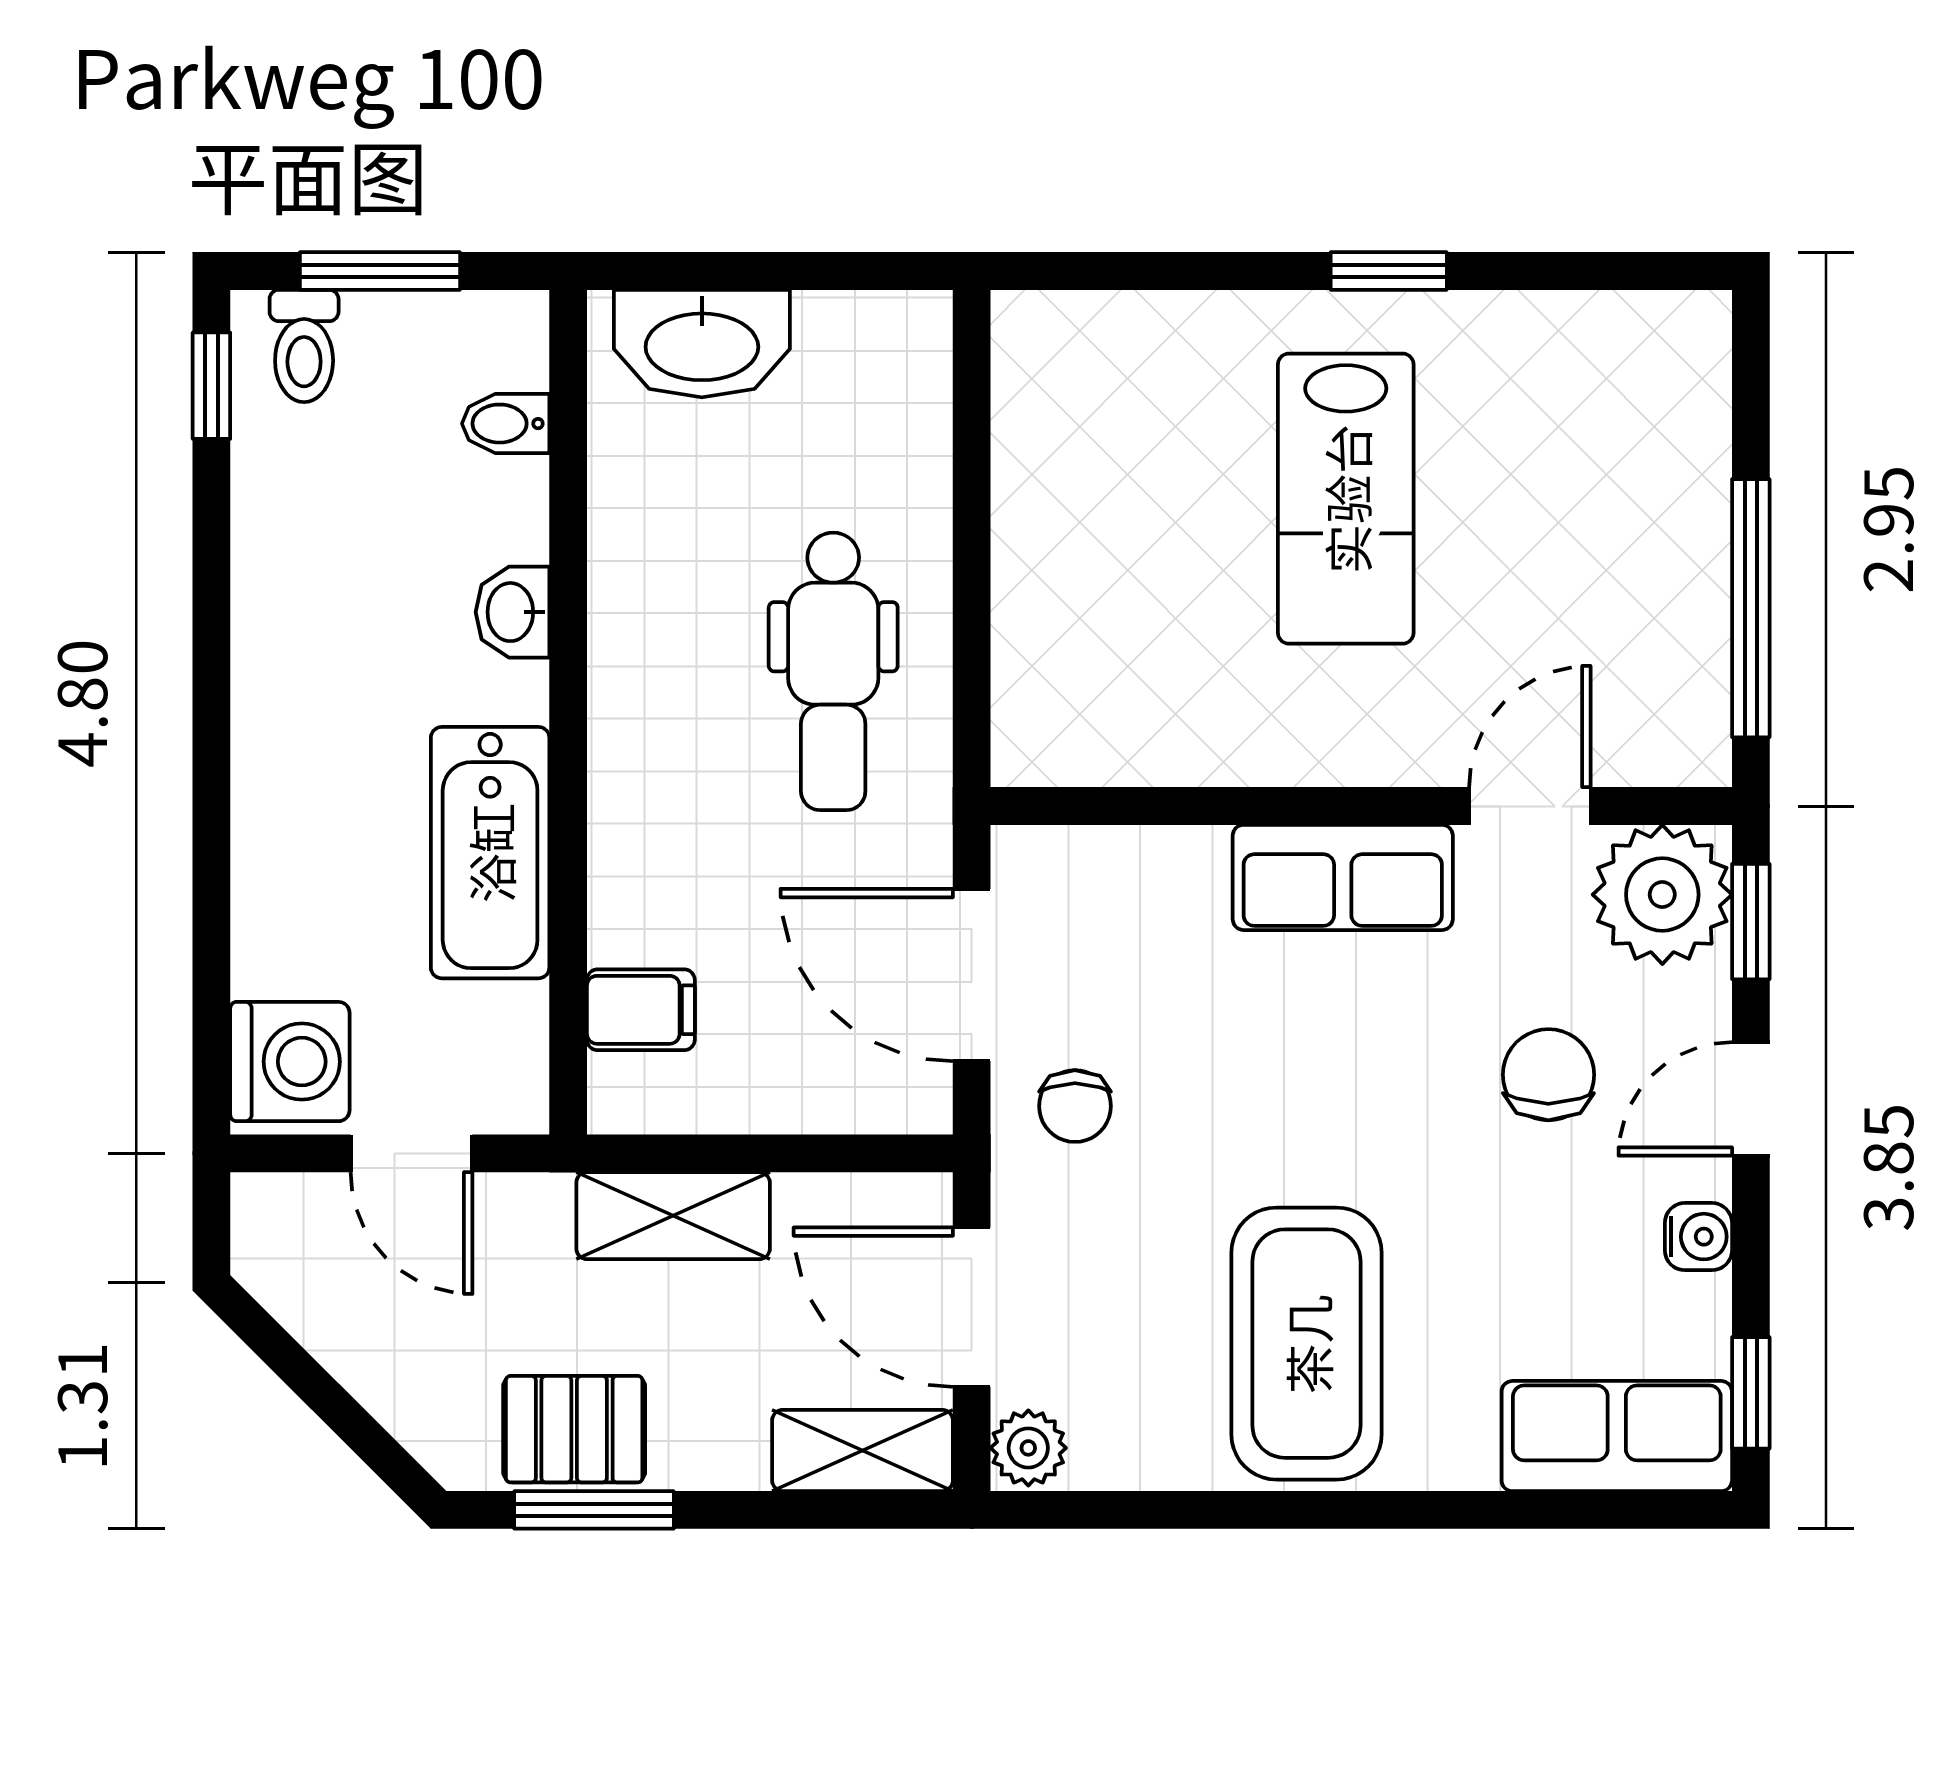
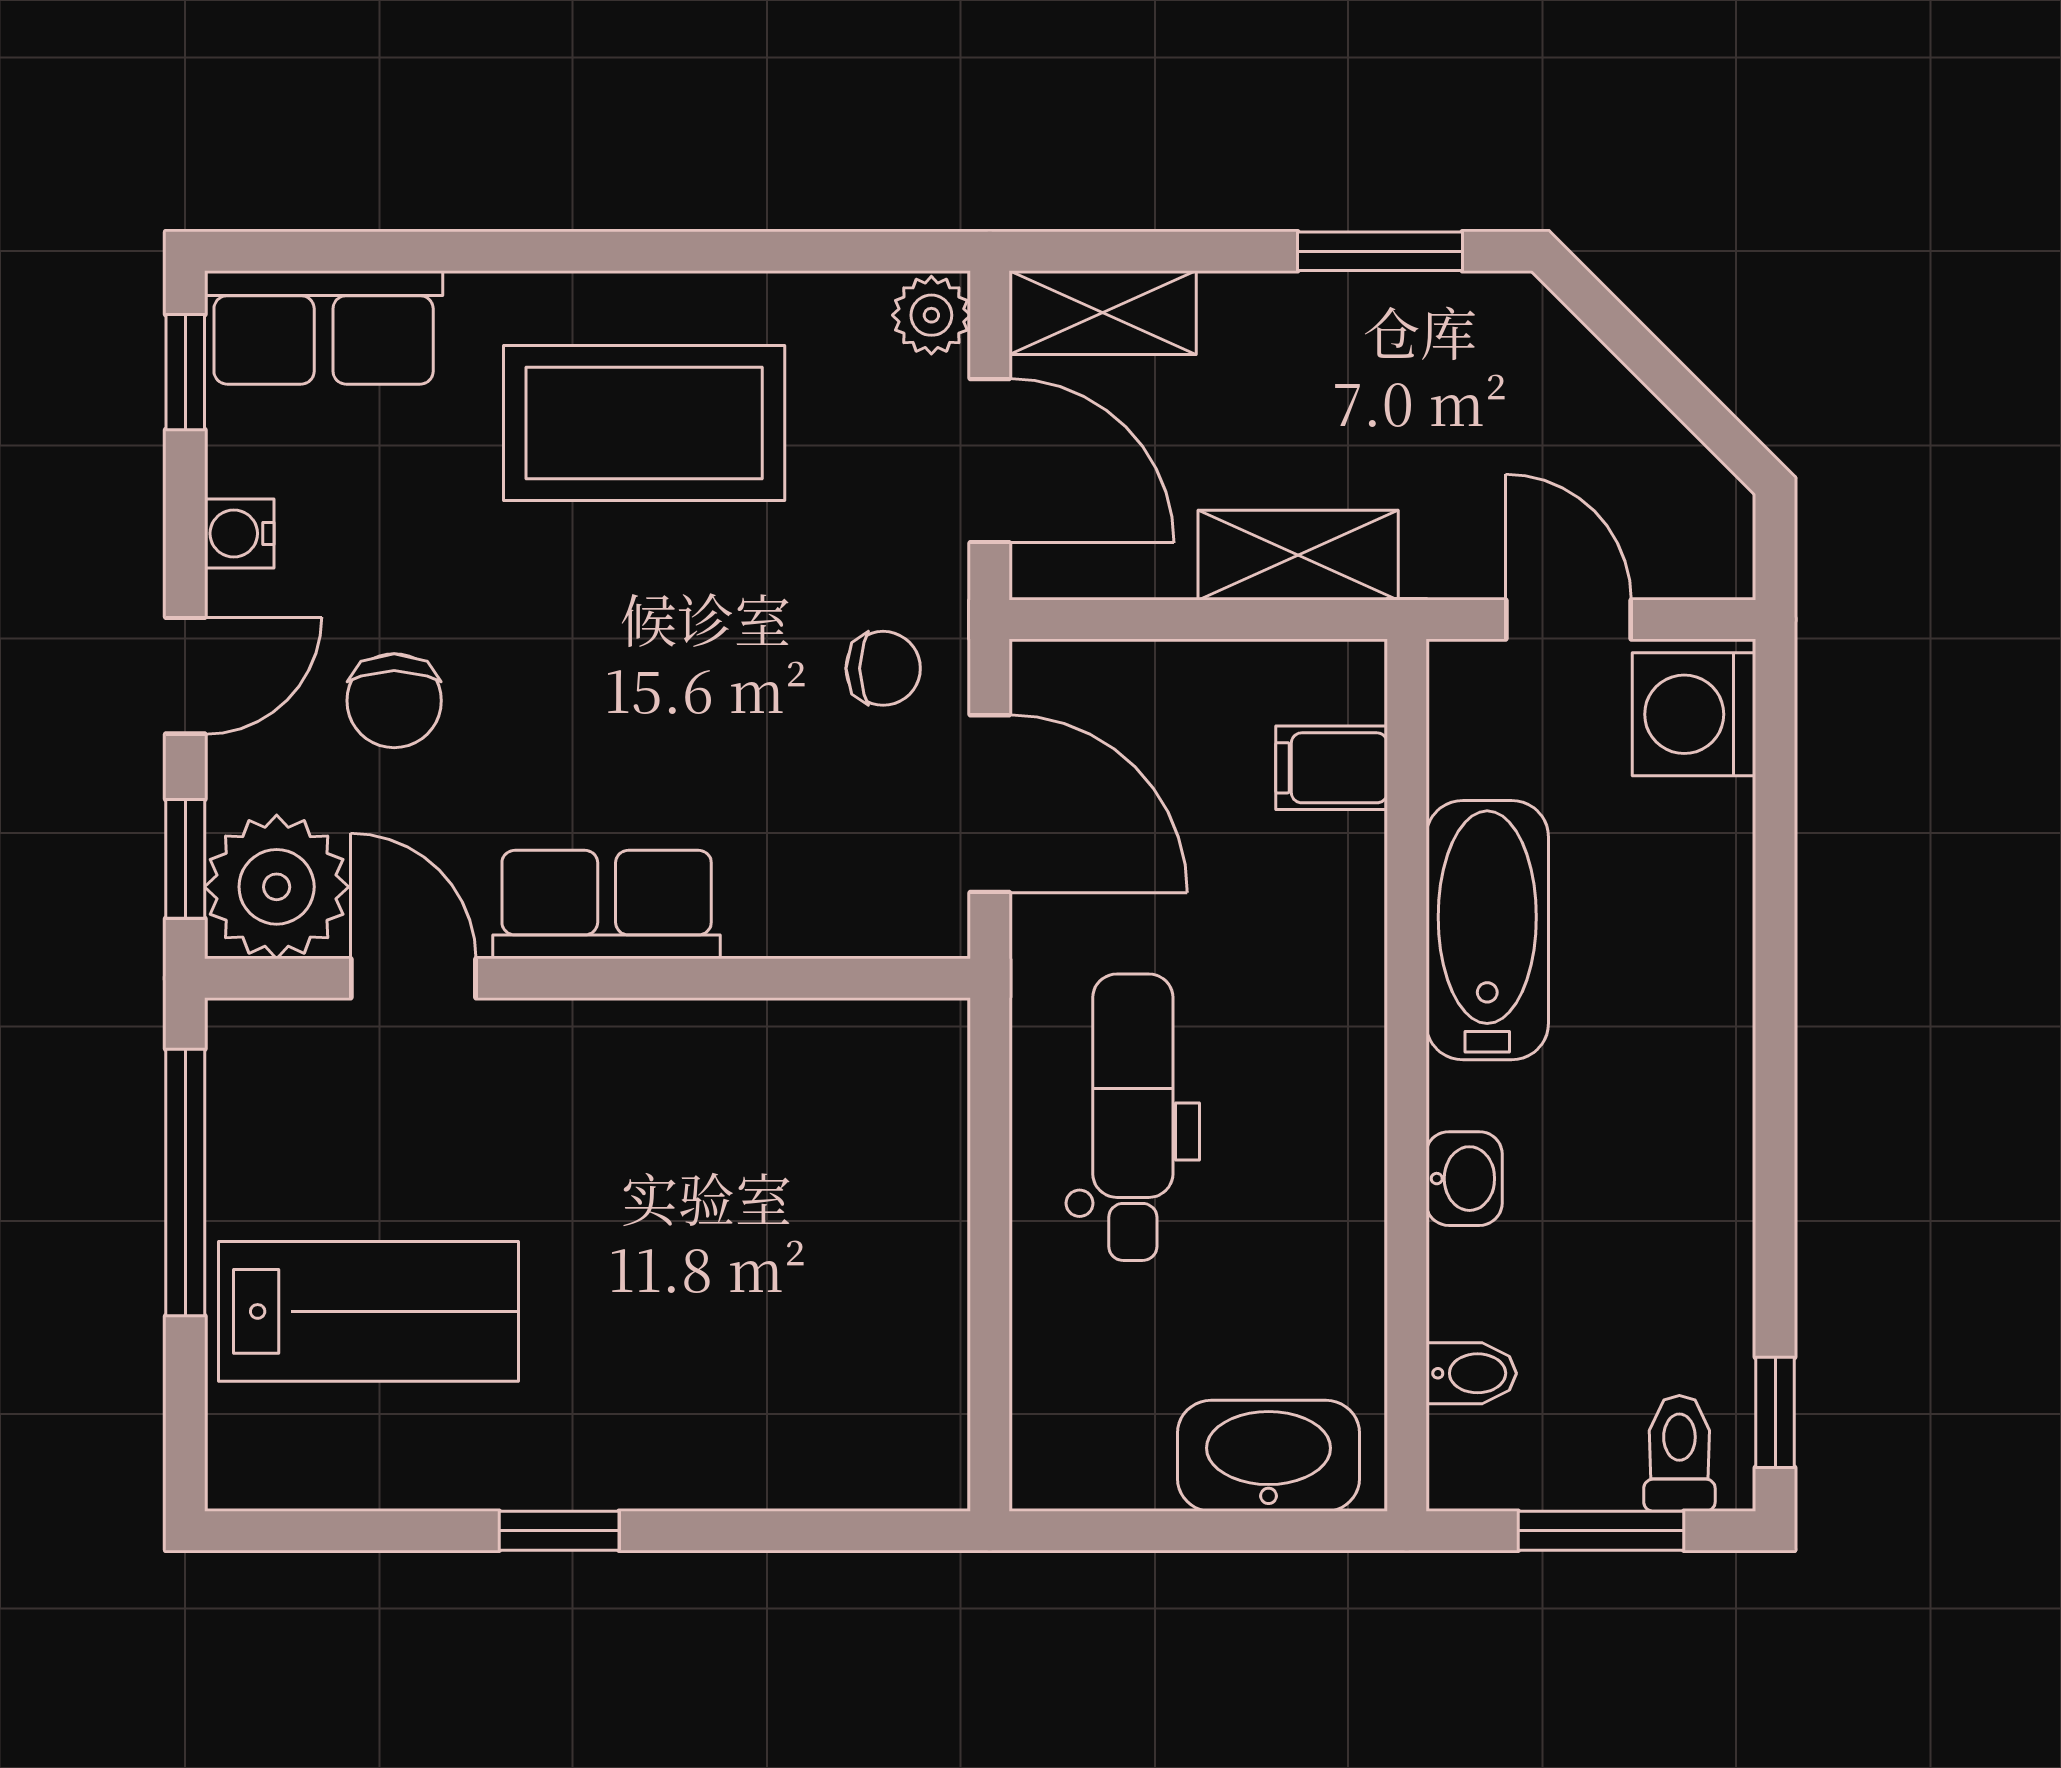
lab bench: (1346, 499) -> (368, 1311), moved, turned 90
door: (1530, 806) -> (413, 978), swing flipped
chair: (1075, 1106) -> (883, 668), turned 90
coffee table: (1307, 1344) -> (644, 423), turned 90
pallet: (574, 1429) -> (1400, 335), removed

